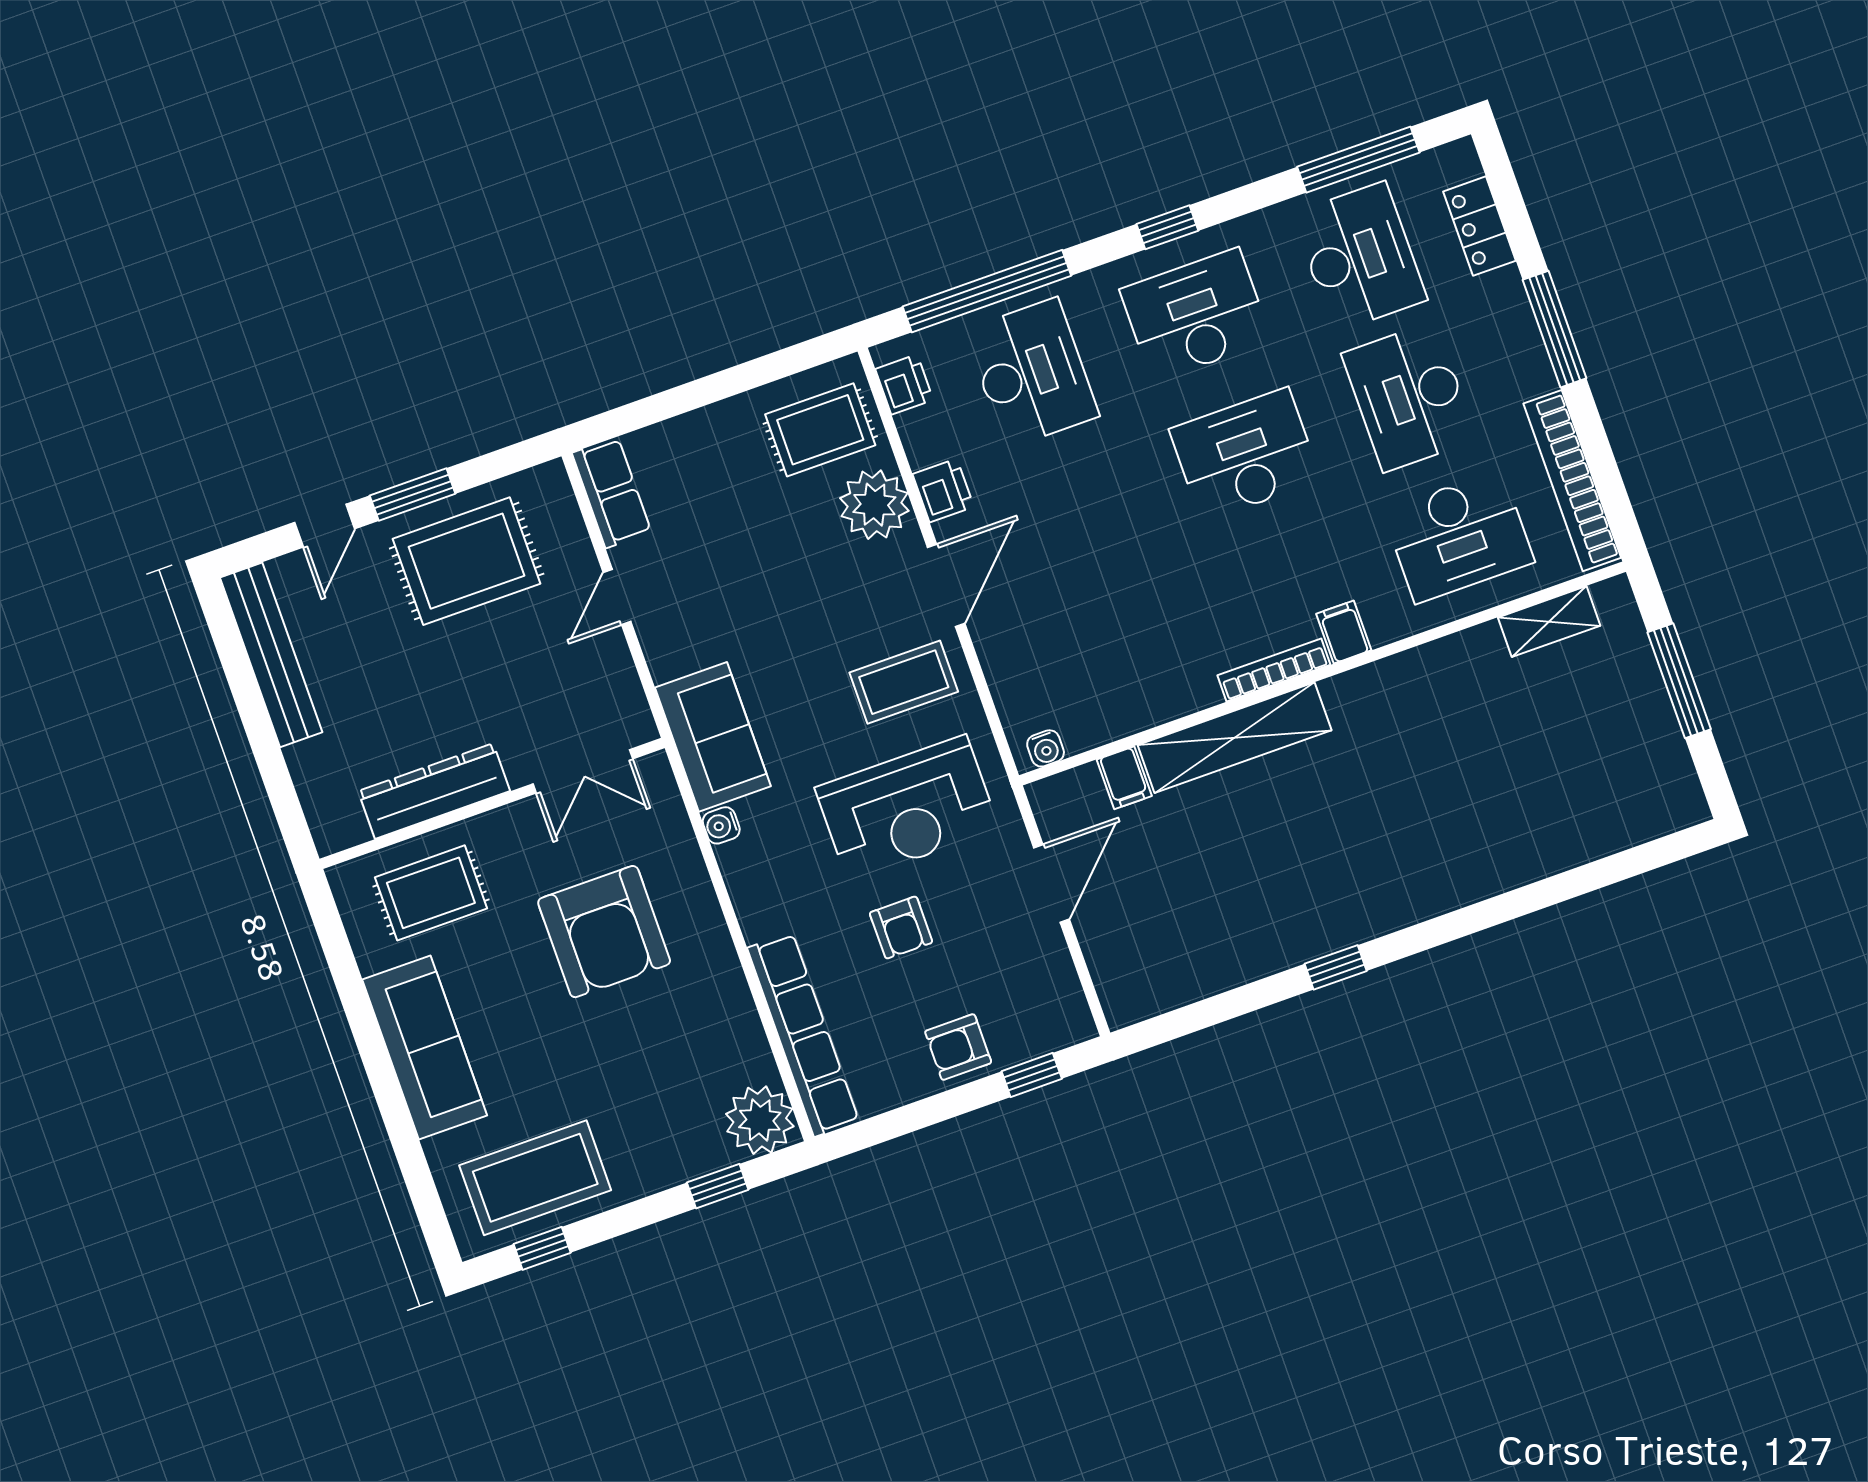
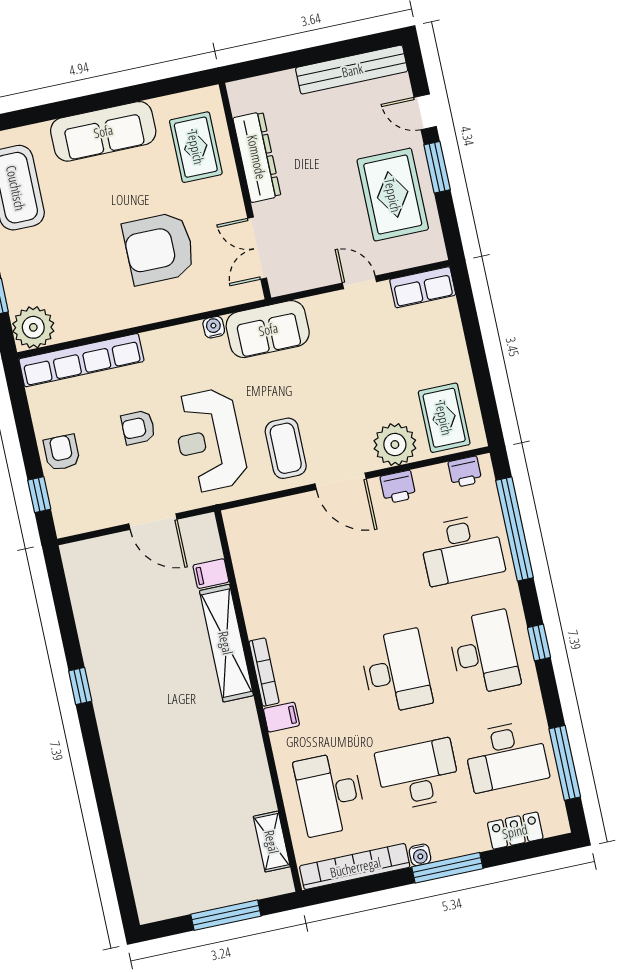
water cooler: (1046, 748) -> (420, 855), moved, turned -90

